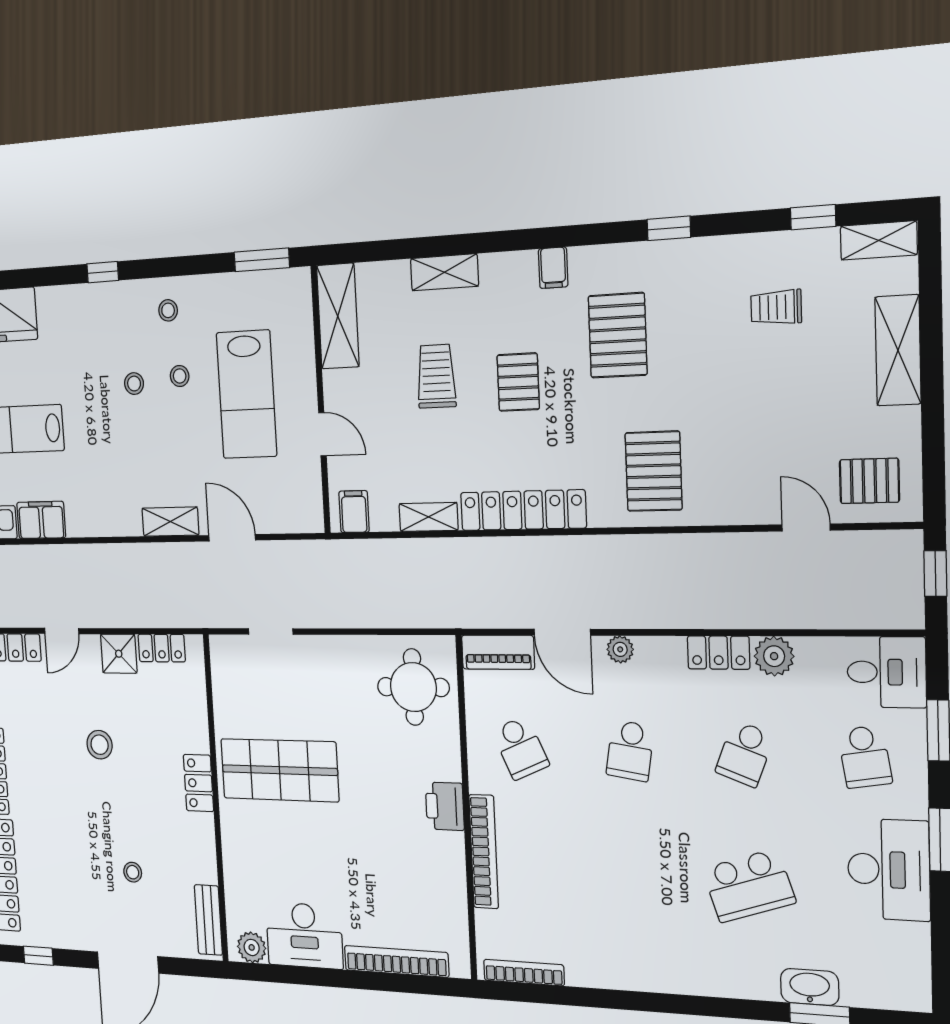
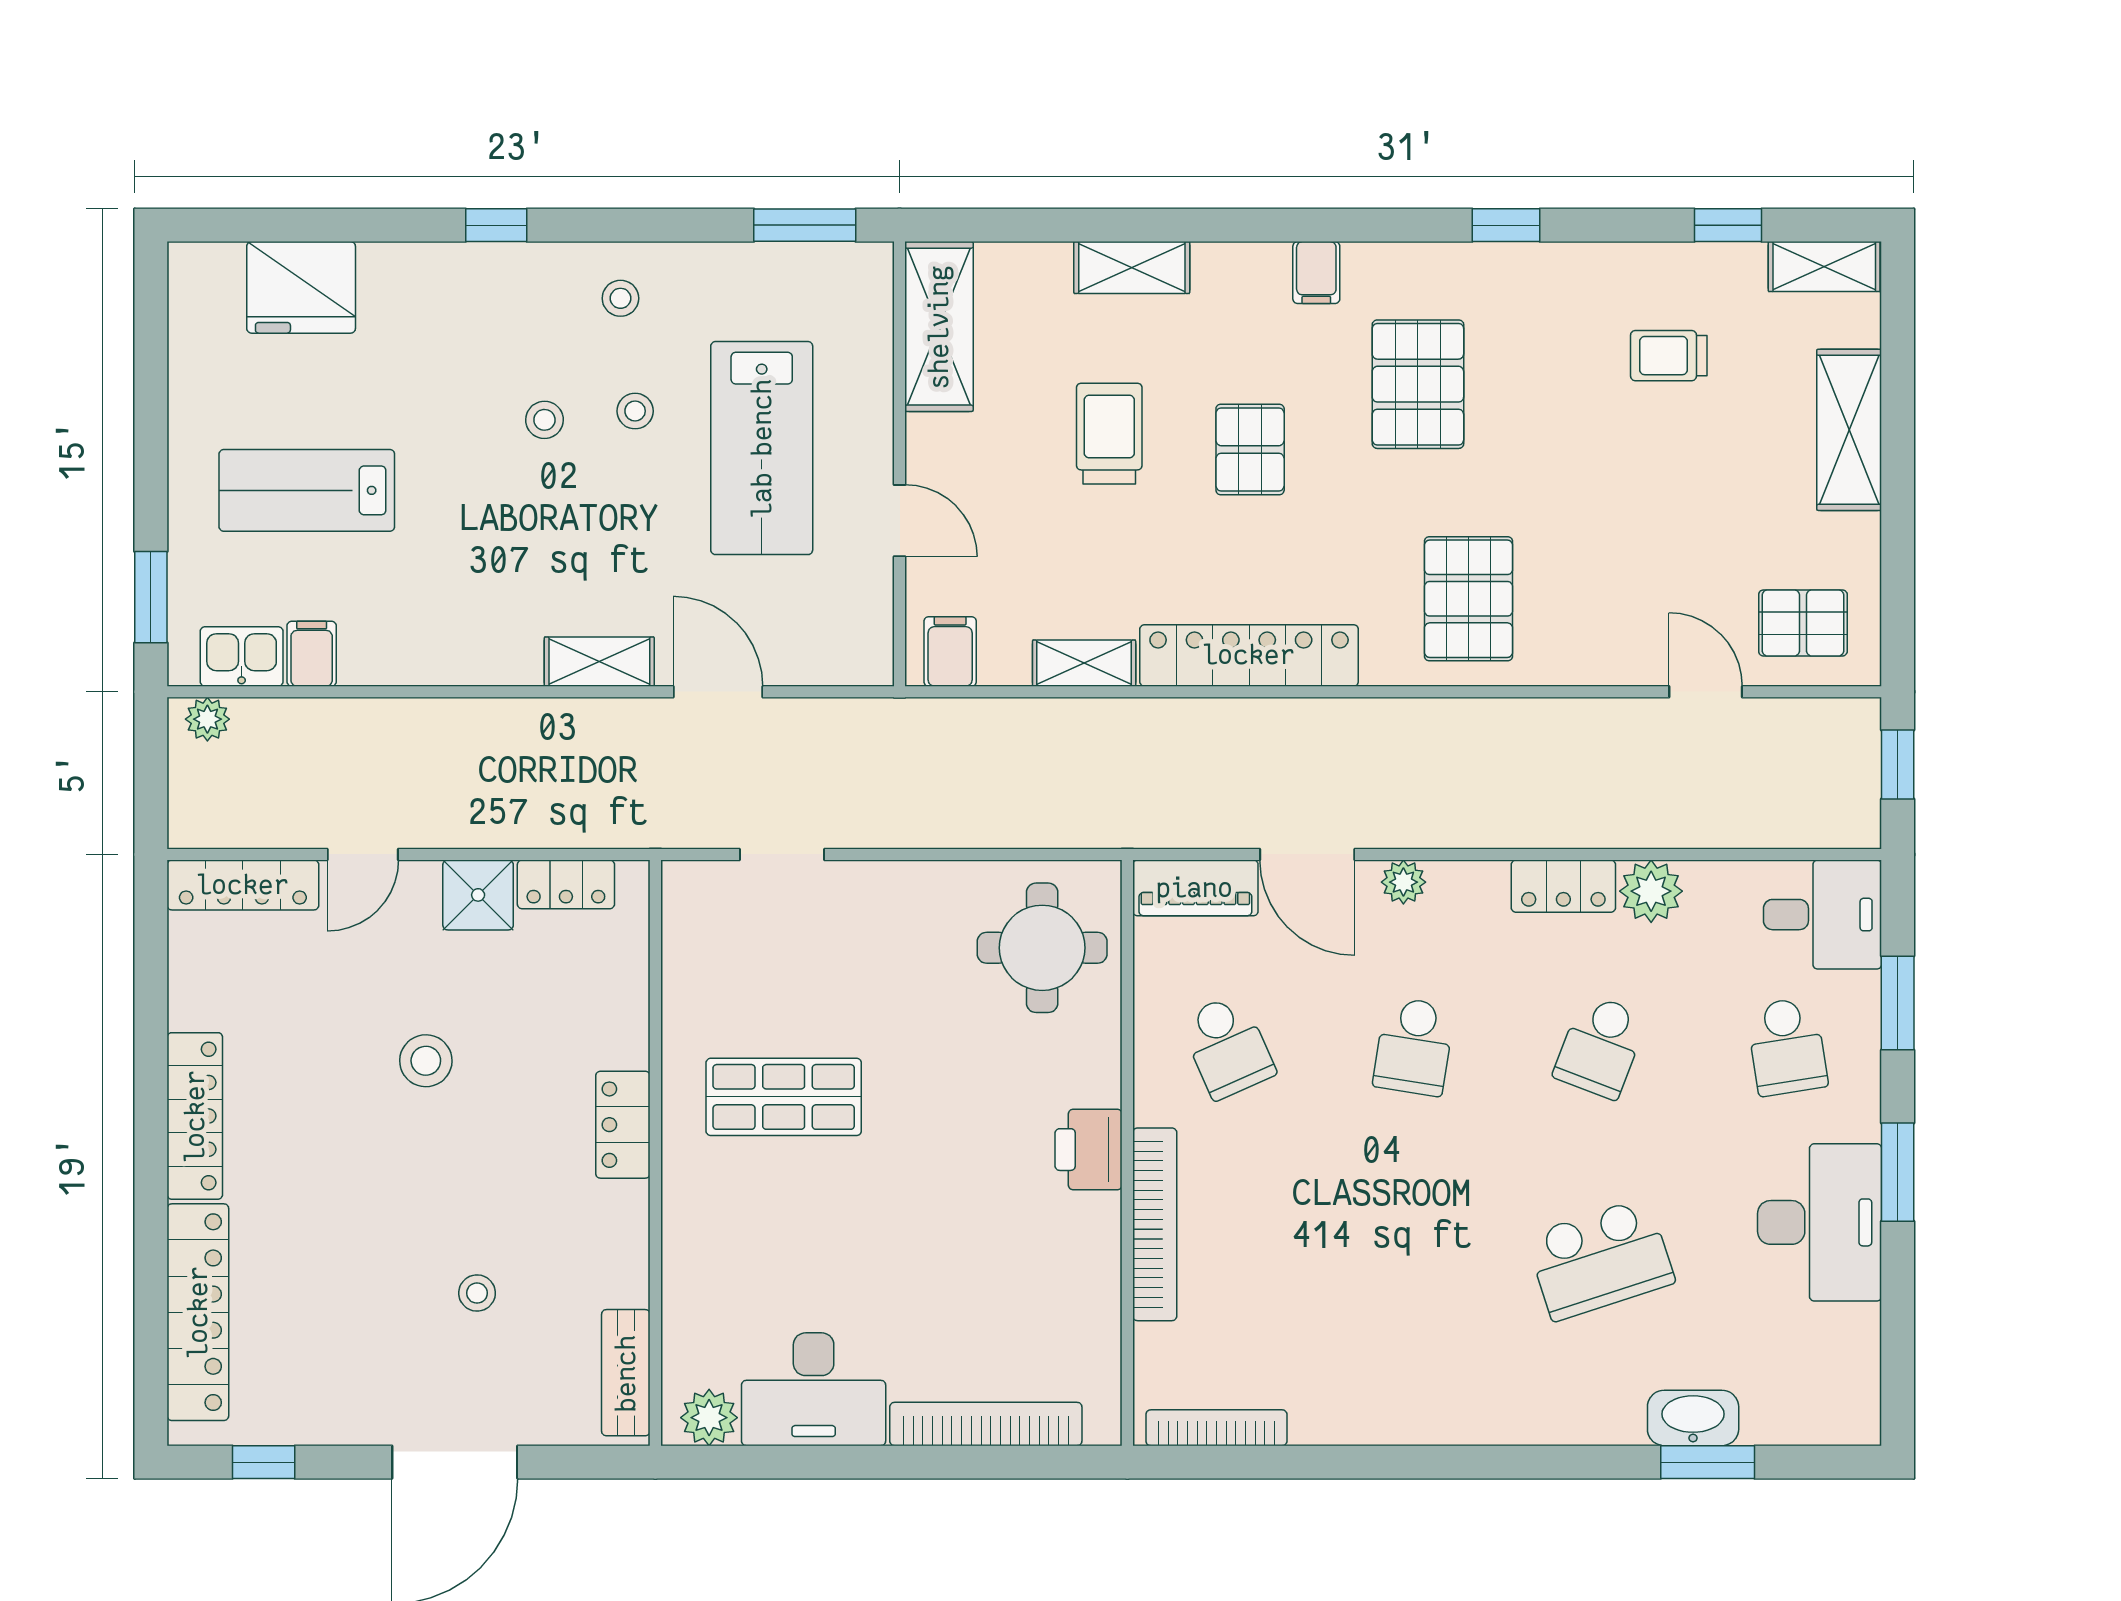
filing cabinet: (41, 520) -> (312, 654), width x0.50
shop shelf: (279, 770) -> (784, 1097), width x0.70, depth x0.74

